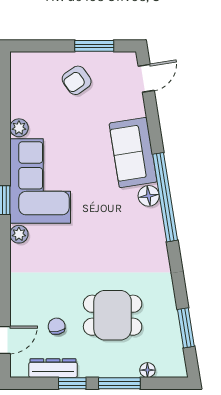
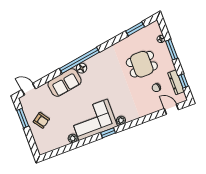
dining table: (113, 315) -> (142, 64), turned 90
window: (72, 383) -> (183, 81), moved

